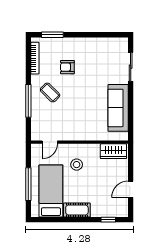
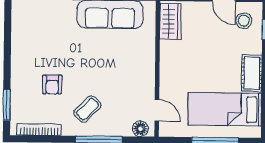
floor lamp: (36, 131) -> (141, 129), added
stool: (77, 165) -> (244, 21), moved

